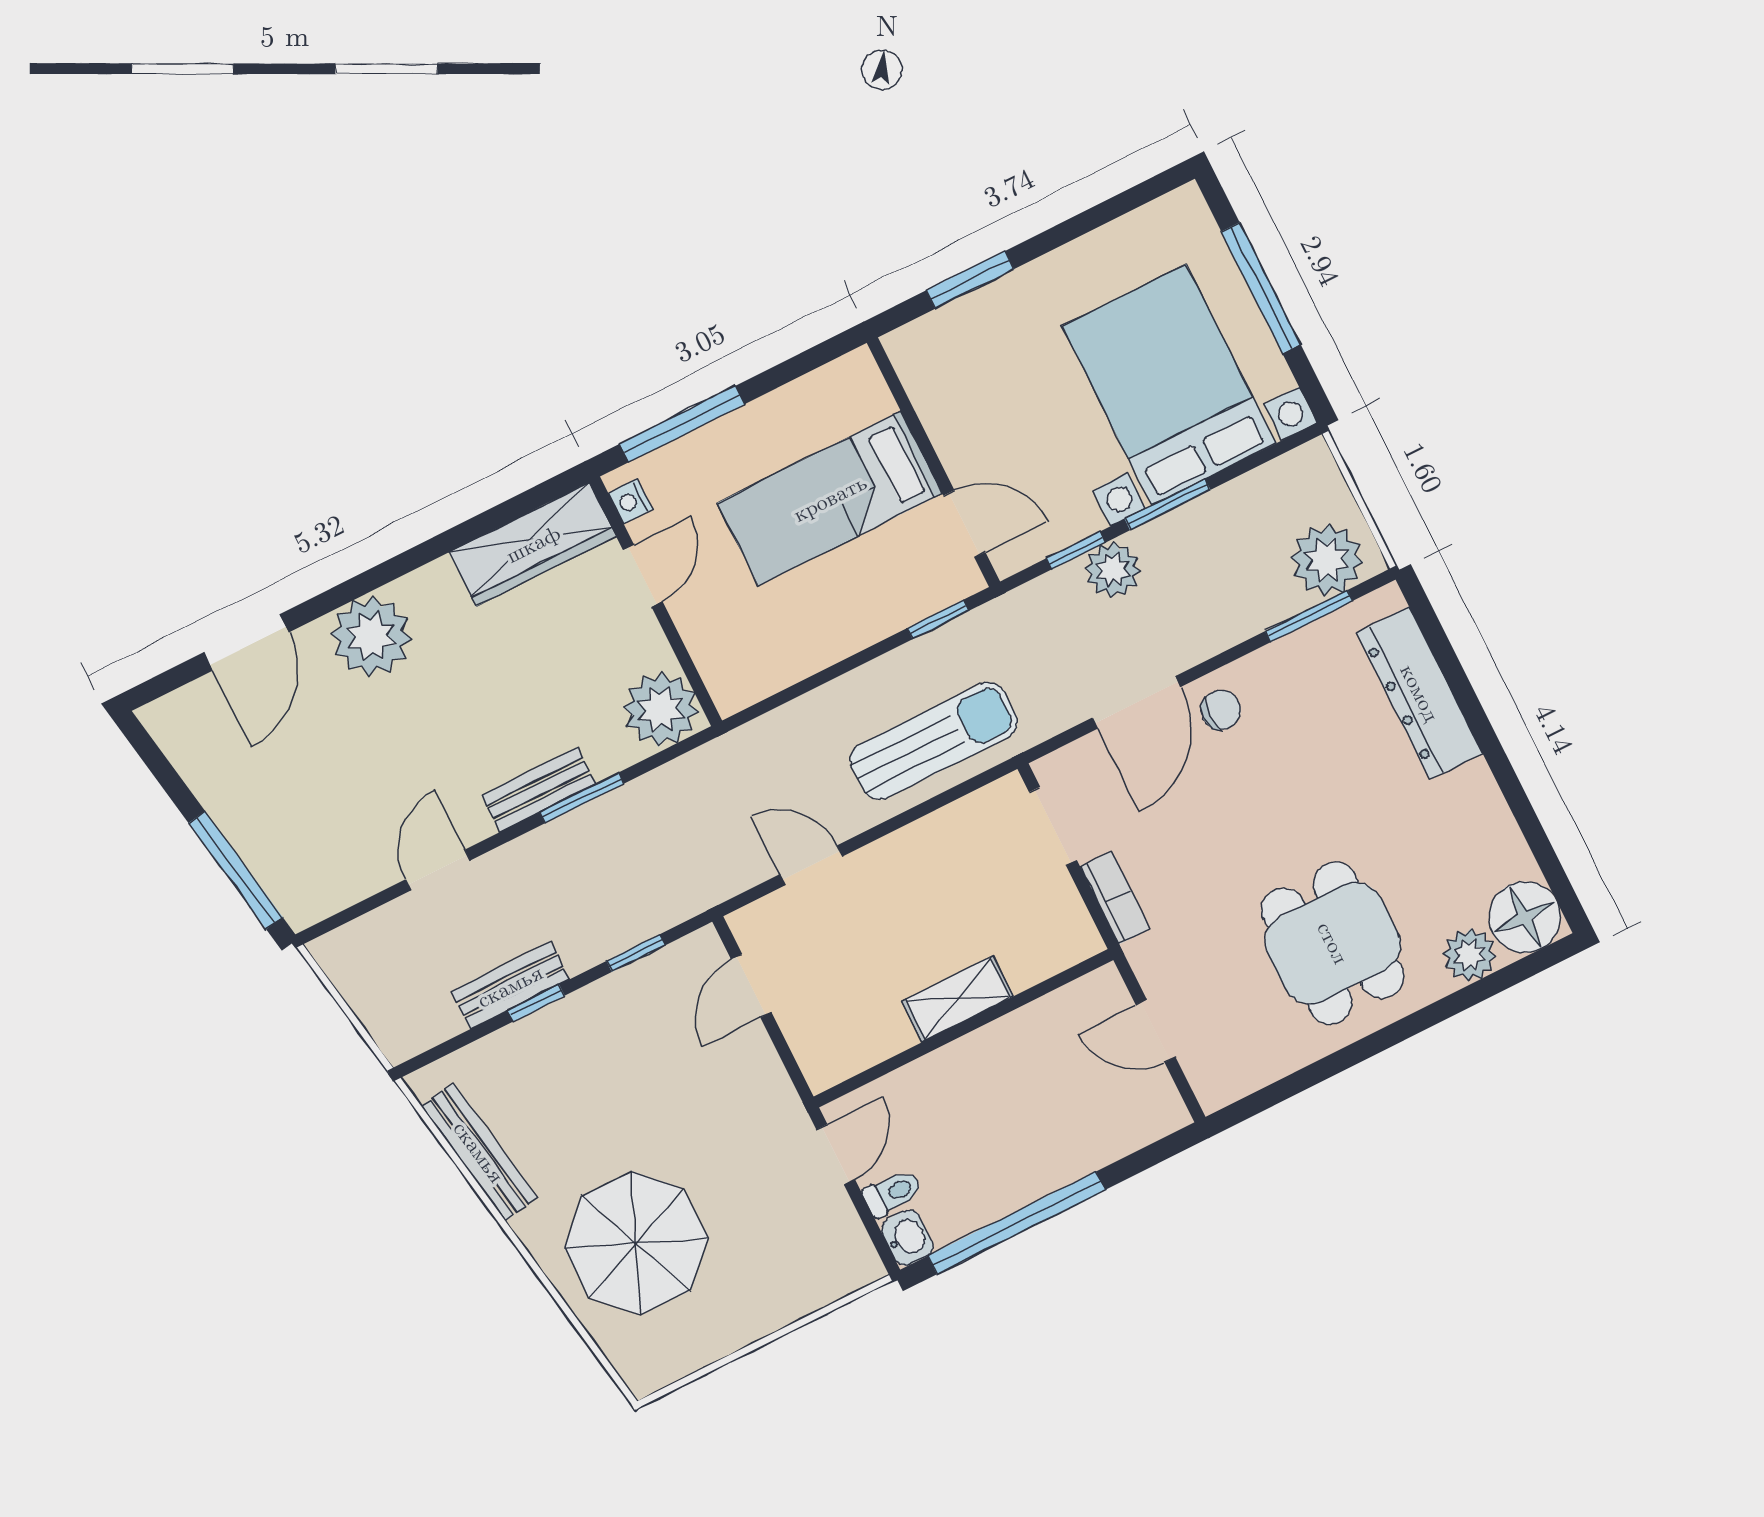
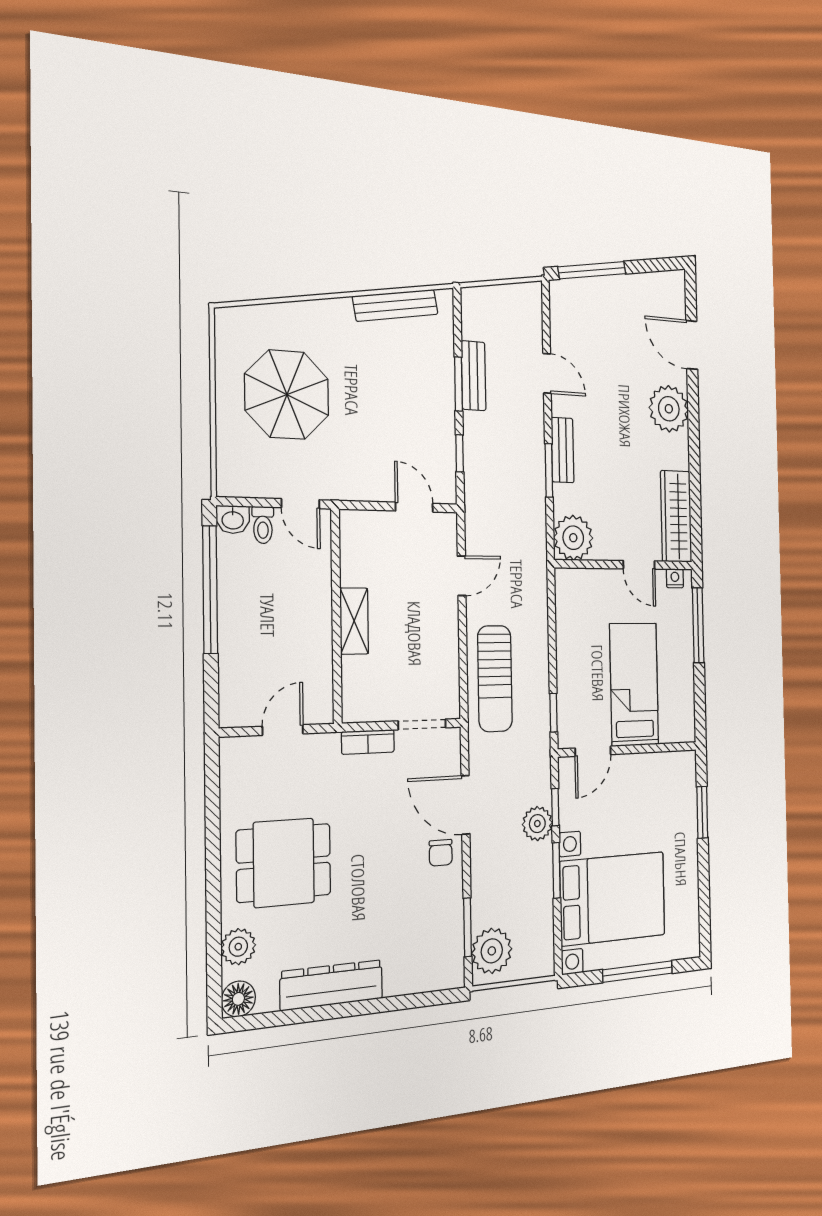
dresser: (1420, 693) -> (332, 985), moved
floor lamp: (1525, 917) -> (238, 999), width x0.73, depth x0.73
window: (536, 1003) -> (458, 384), width x1.50
parasol: (636, 1243) -> (287, 395), moved

